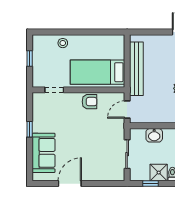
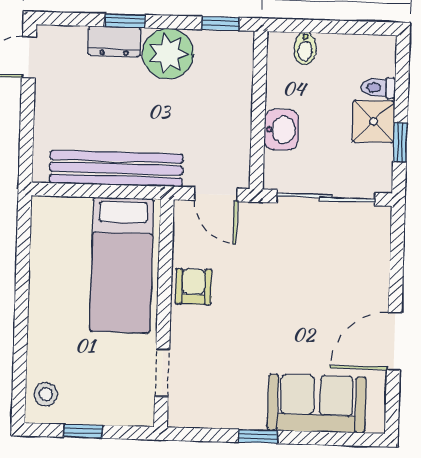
stool: (63, 43) -> (46, 394), moved
sliding door: (127, 154) -> (326, 198), width x1.37
door: (70, 184) -> (394, 341), hinge flipped

